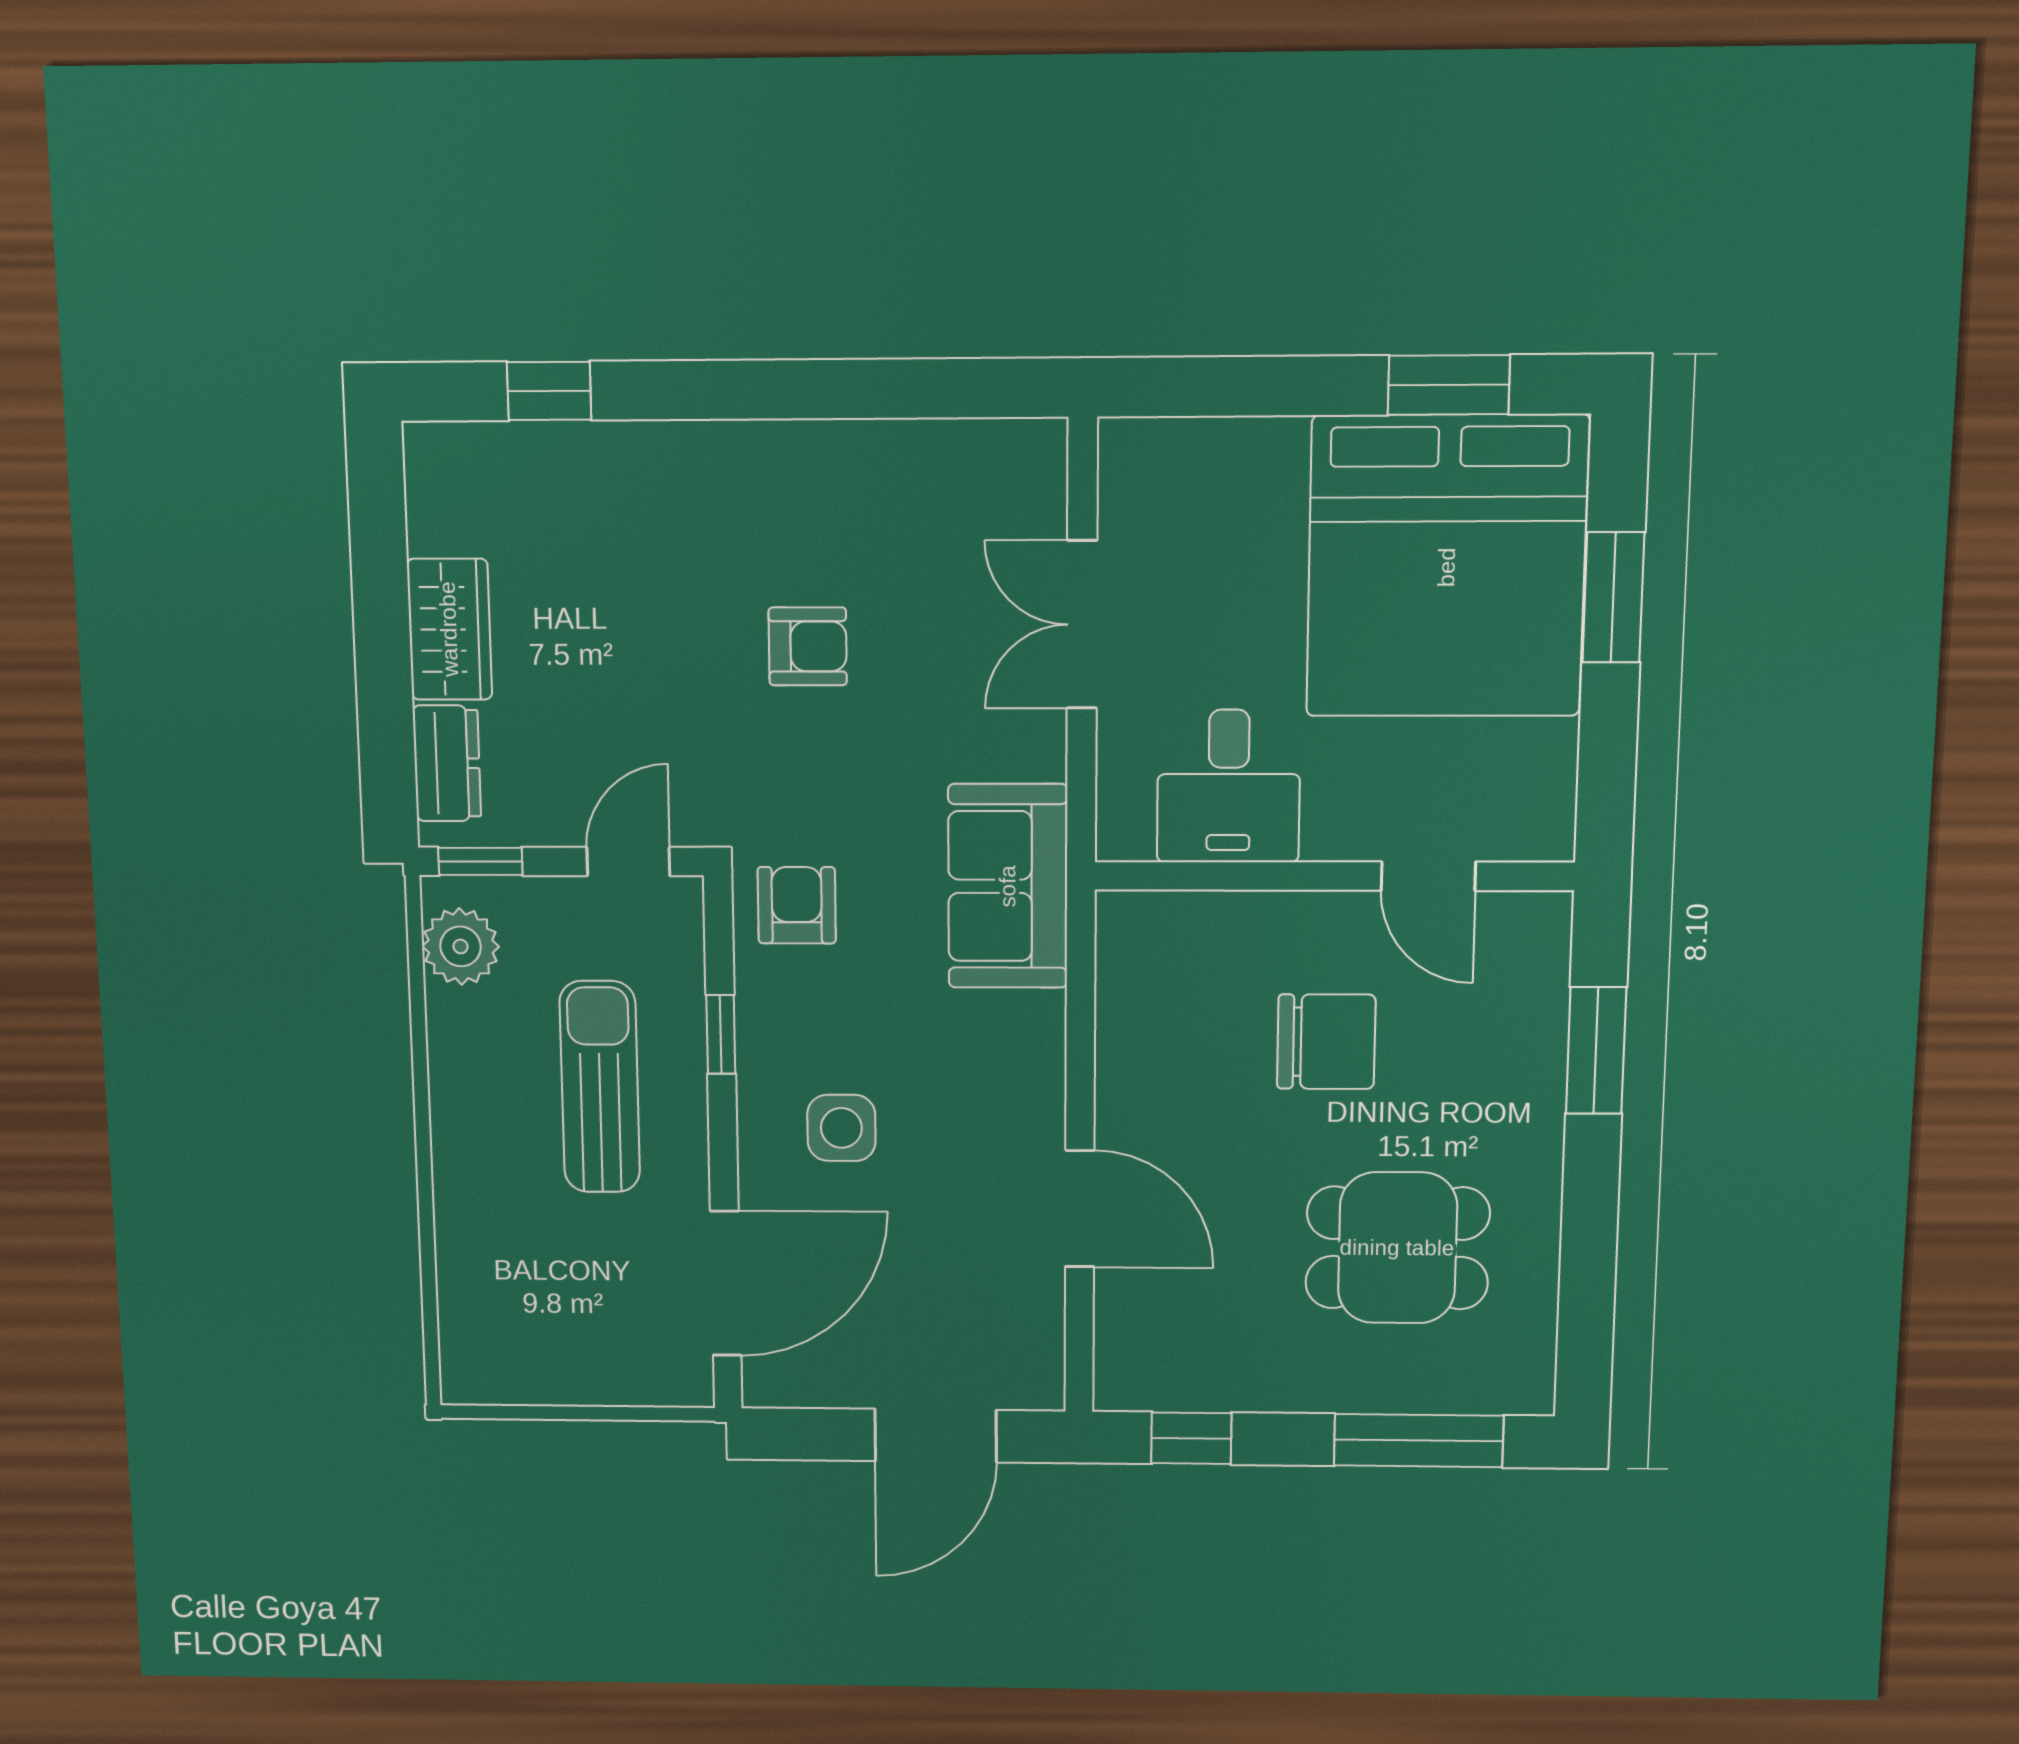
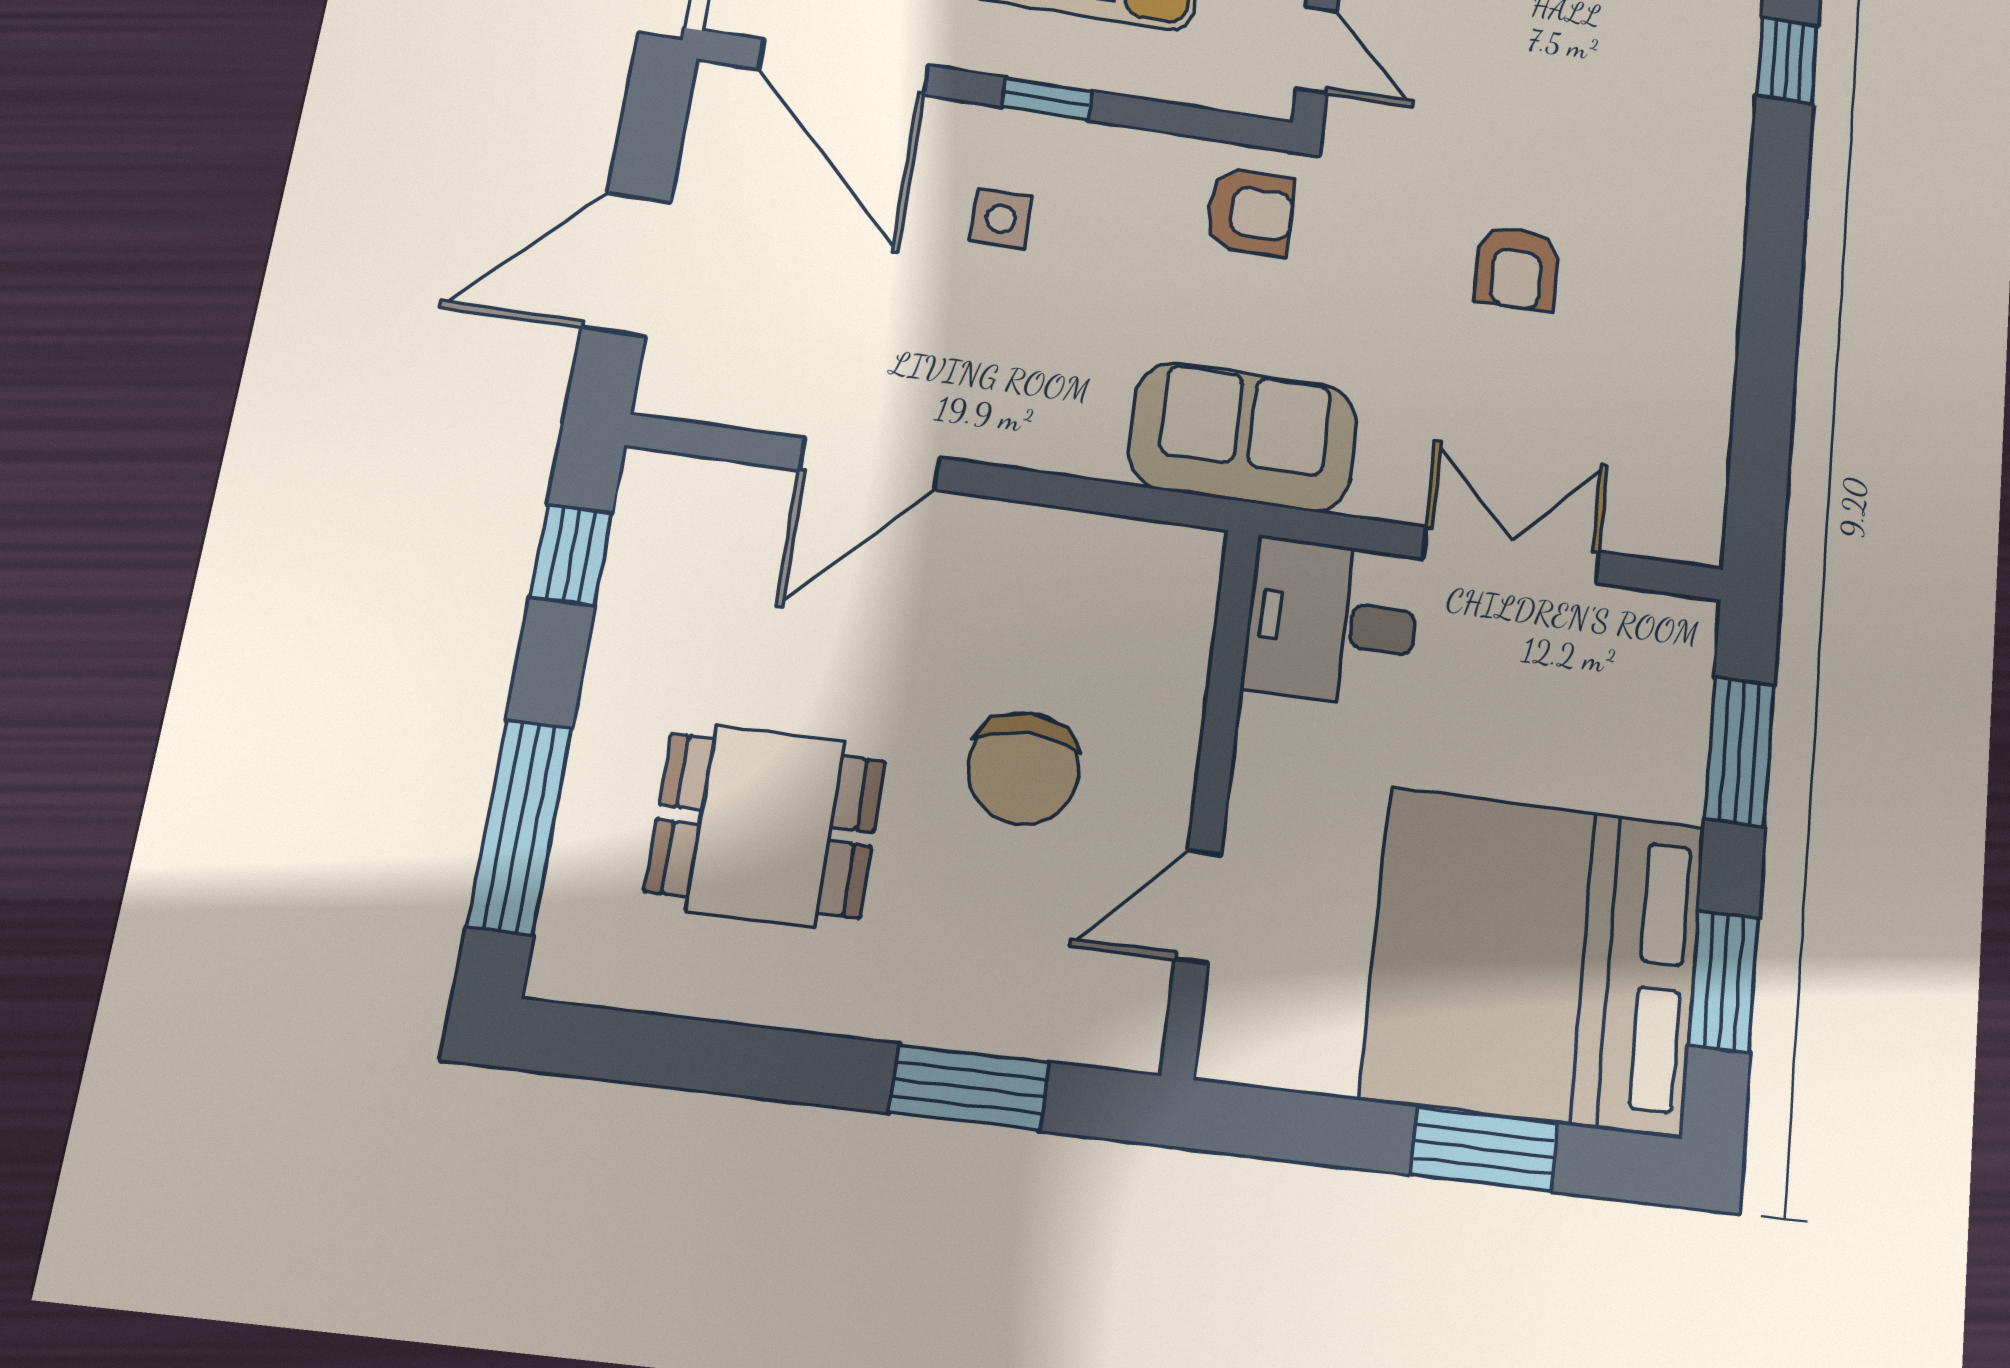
window: (1237, 386) -> (1740, 752), added
desk: (1229, 786) -> (1332, 623), moved
window: (721, 1034) -> (1047, 99), moved
side table: (841, 1128) -> (1001, 219), width x0.73, depth x0.73
dining table: (1397, 1248) -> (766, 826), turned 90
door: (936, 1436) -> (626, 264), hinge flipped

